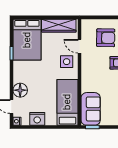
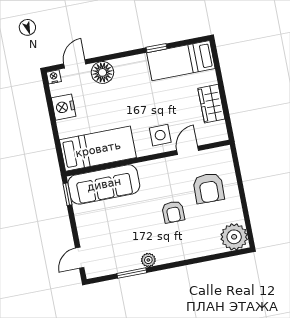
wardrobe: (59, 26) -> (211, 104), width x0.67
bed: (27, 40) -> (181, 61), width x0.67
sofa: (91, 109) -> (104, 184), width x1.36

